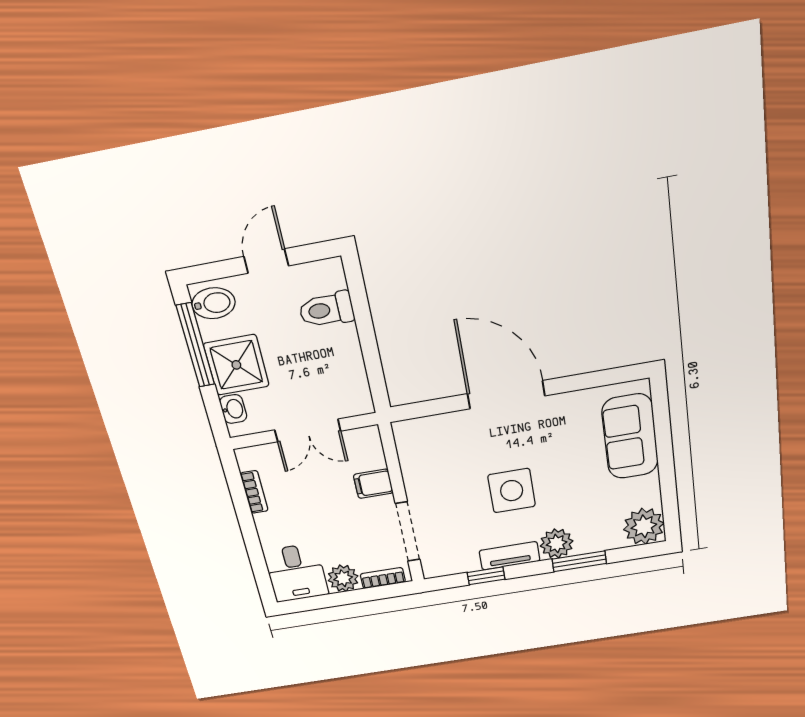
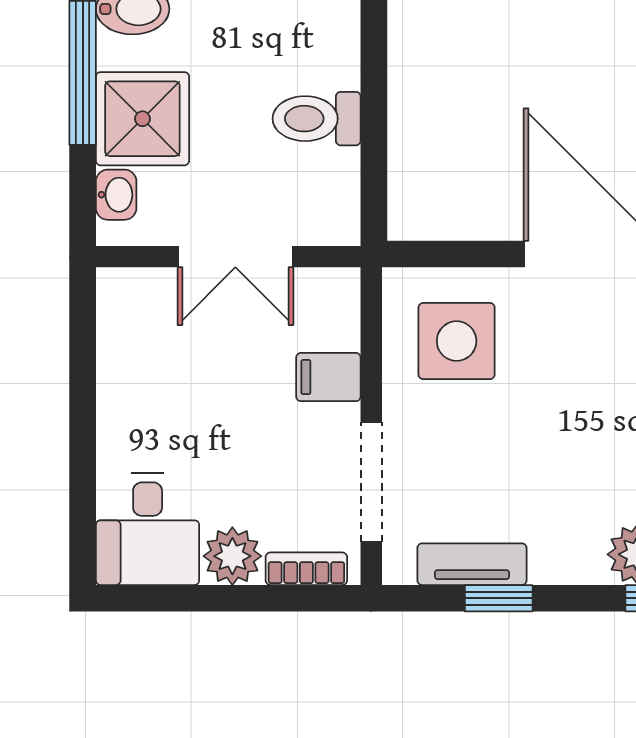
toilet: (326, 310) -> (317, 119), moved
side table: (512, 491) -> (457, 341), moved
bookcase: (254, 492) -> (112, 354), removed
tv unit: (510, 556) -> (472, 564), moved

